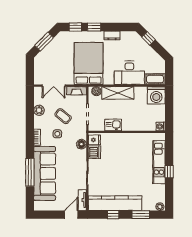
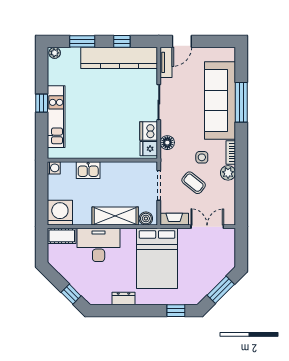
window: (94, 27) -> (149, 311), removed
plant: (39, 110) -> (228, 173), moved
kitchen sink: (113, 125) -> (88, 170), moved

